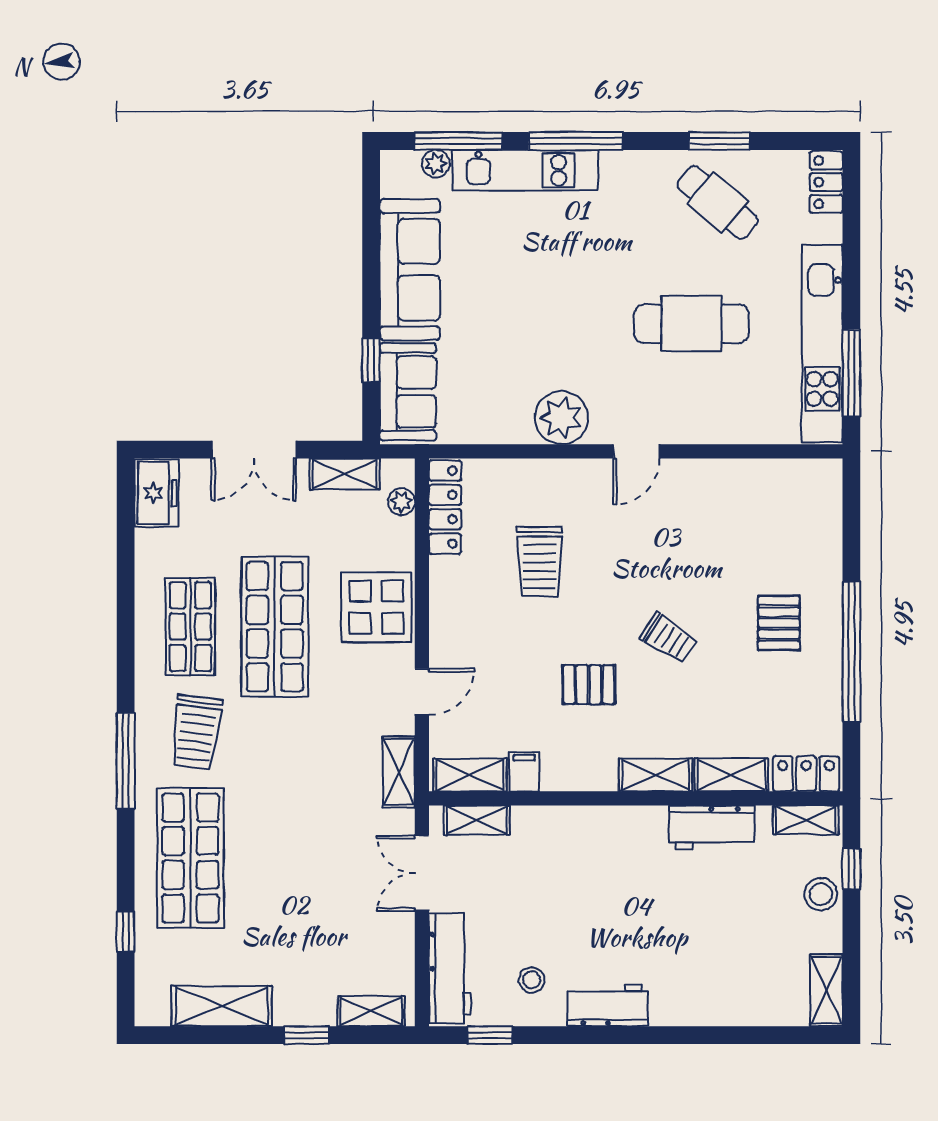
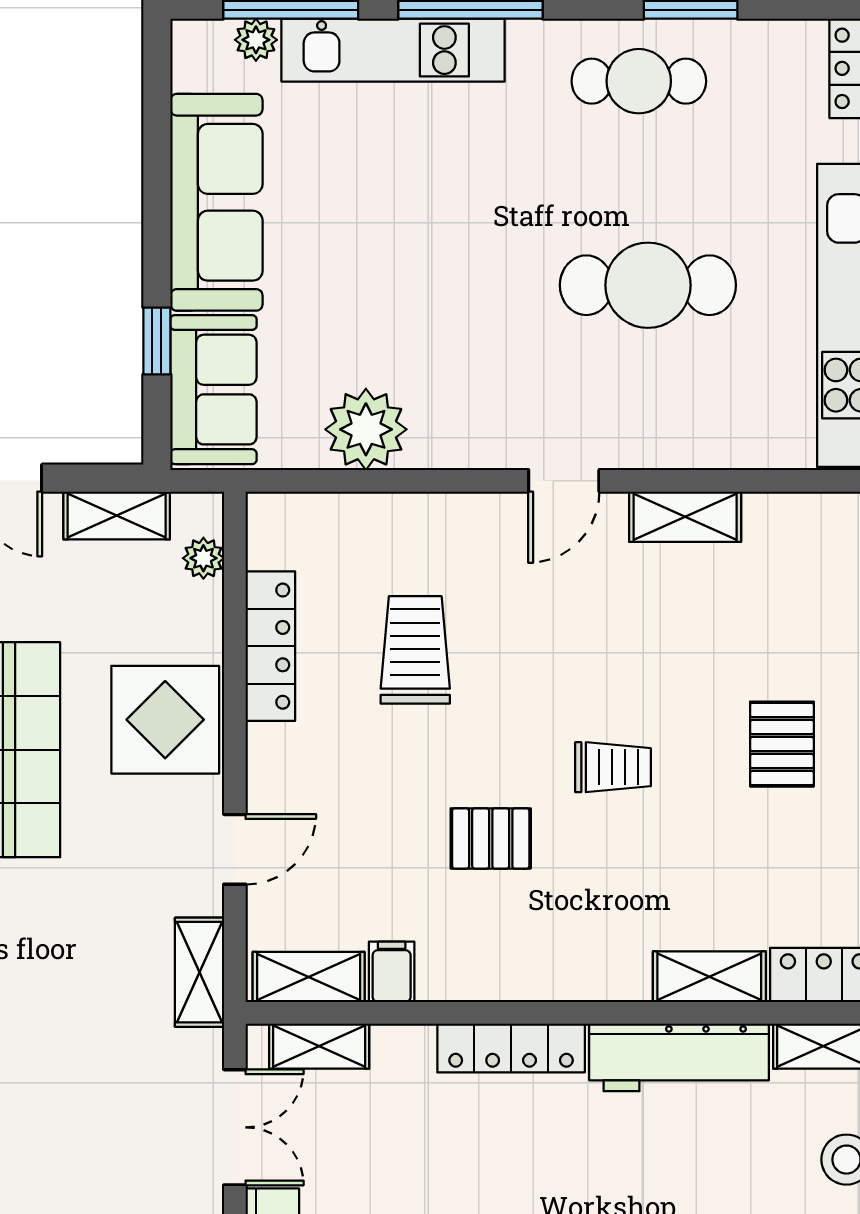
cafe table: (717, 202) -> (639, 81), moved, turned -40
plant: (561, 418) -> (366, 429), moved
locker: (445, 507) -> (270, 646), moved
trolley: (540, 562) -> (415, 650), turned 180
trolley: (669, 638) -> (613, 767), turned -33
shelving: (655, 775) -> (685, 517), moved
locker: (602, 821) -> (511, 1048), added
workbench: (712, 827) -> (679, 1057), width x1.38
double door: (422, 873) -> (235, 1127), swing flipped

